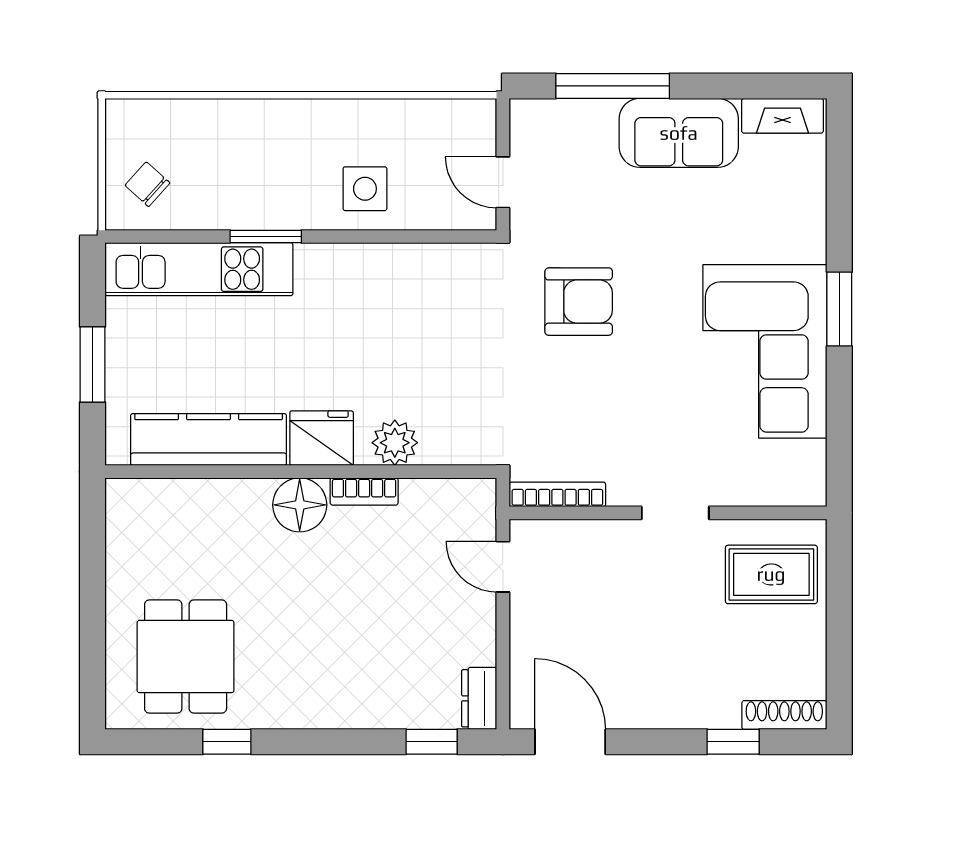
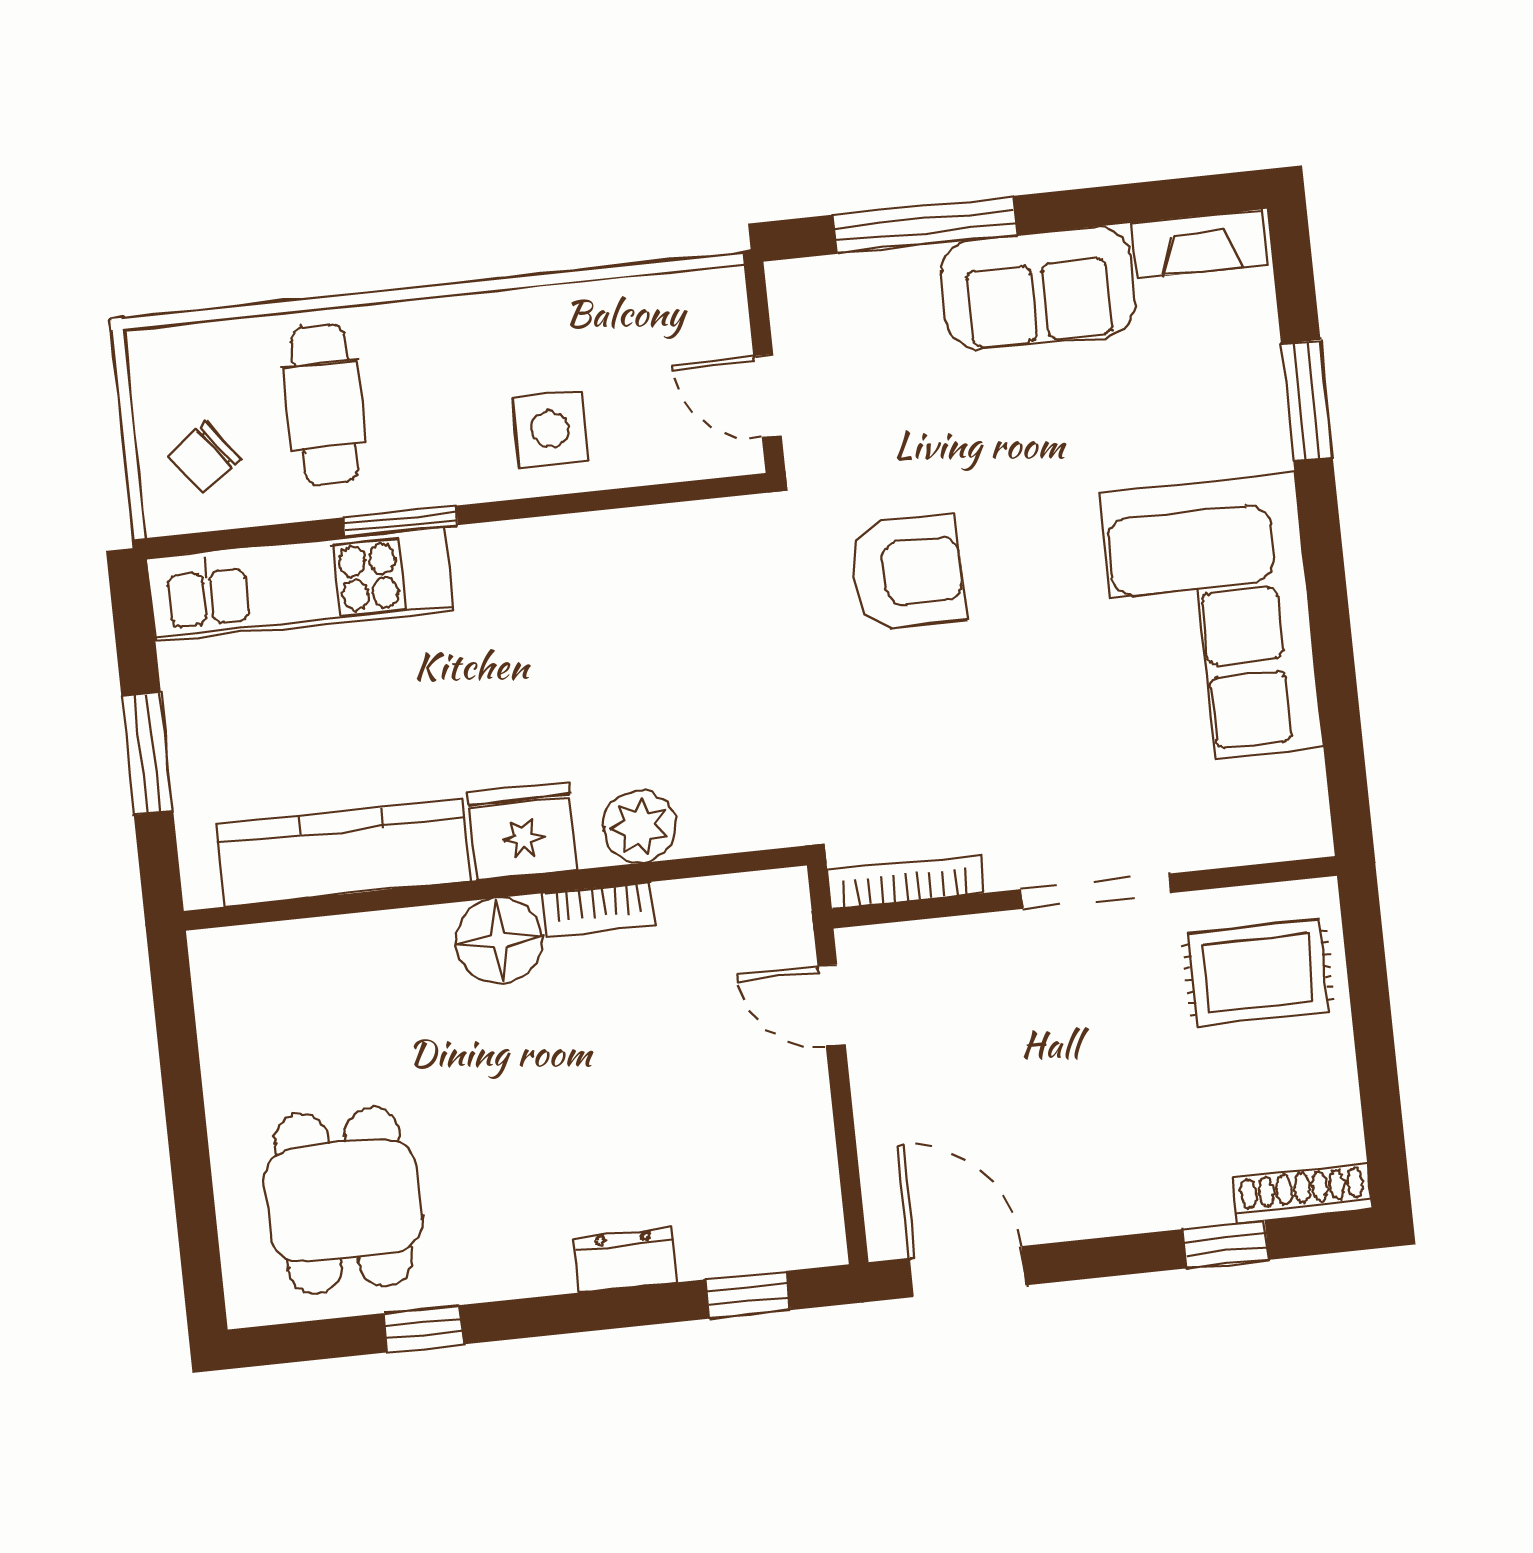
cafe table: (226, 159) -> (325, 405), added
chair: (147, 184) -> (204, 458), turned -79
window: (839, 309) -> (1307, 401), moved
doorway: (675, 513) -> (1096, 891), width x1.38
dresser: (479, 698) -> (625, 1260), moved, turned 90

